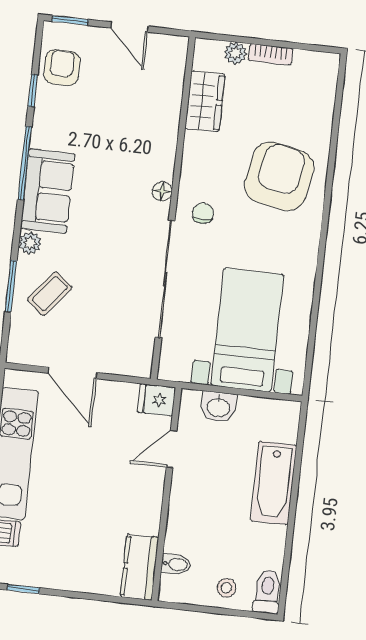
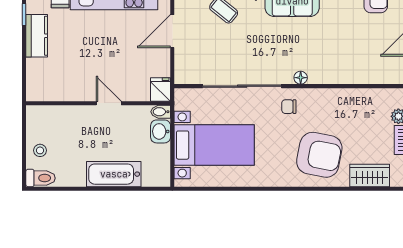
wardrobe: (205, 101) -> (370, 175), moved, turned 180
chair: (203, 213) -> (289, 107), turned 180
door: (172, 449) -> (109, 103), moved
bidet: (176, 564) -> (161, 112), moved, turned 90
kitchen counter: (139, 567) -> (37, 36), moved, turned 90

